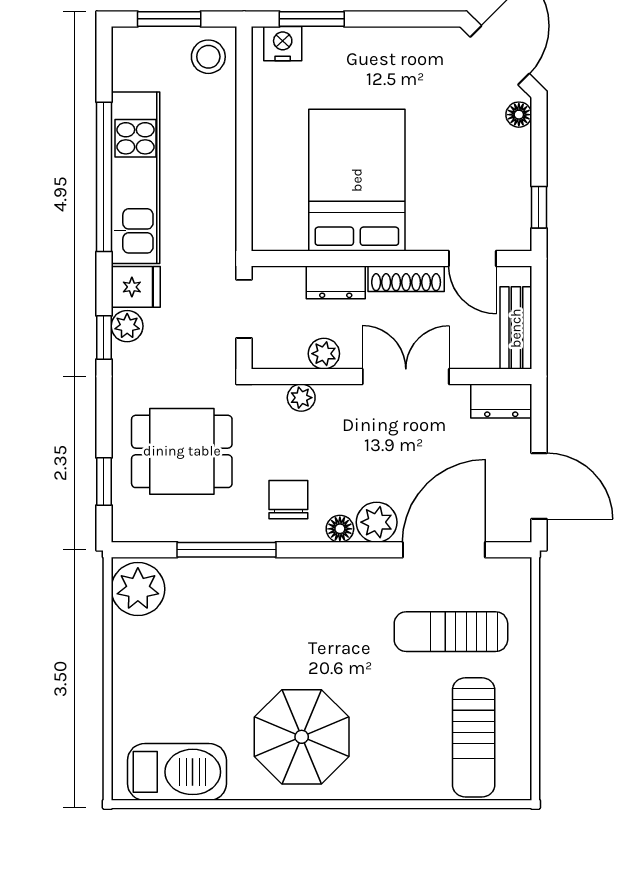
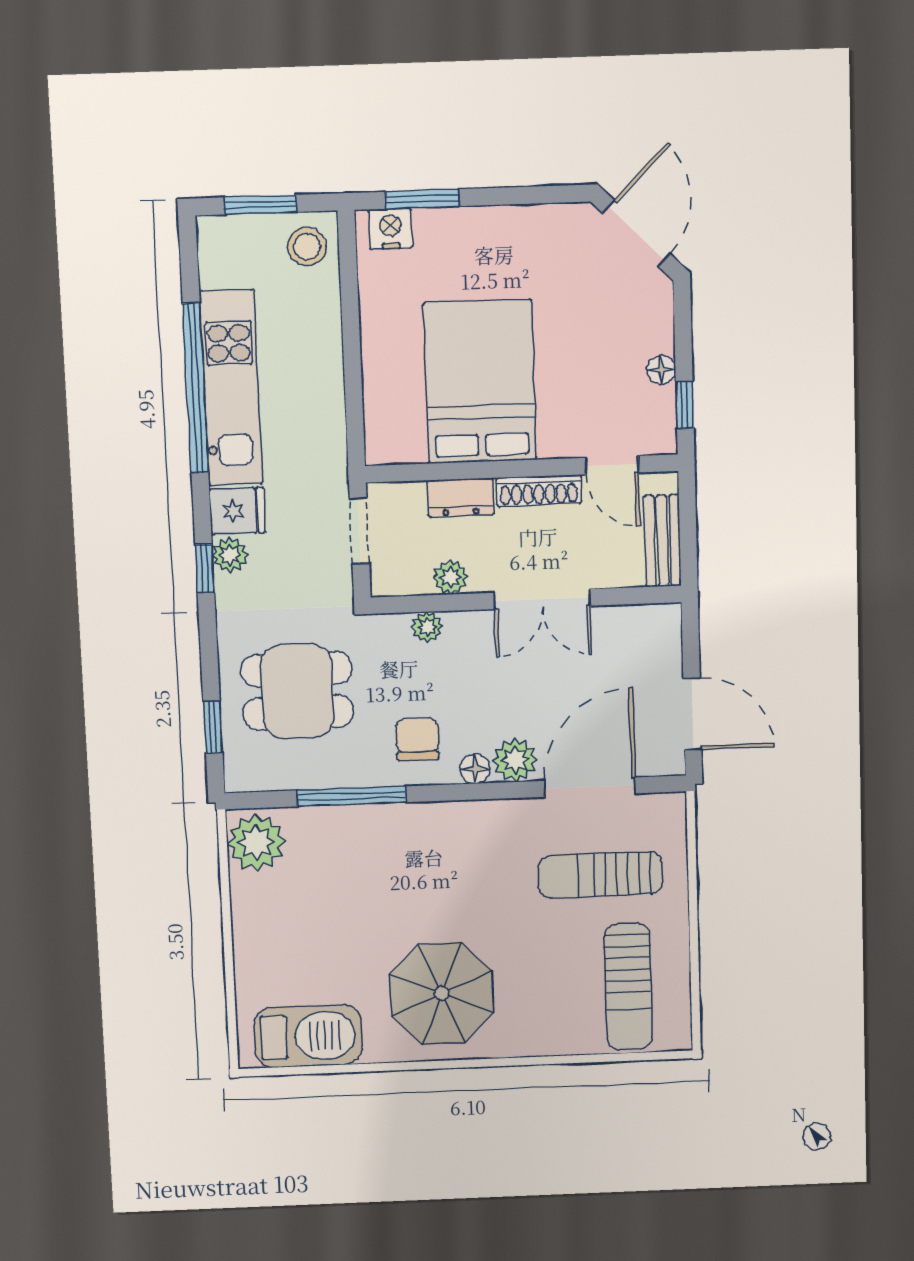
floor lamp: (519, 115) -> (661, 370), moved
double door: (406, 376) -> (542, 599), swing flipped
dresser: (501, 401) -> (648, 622), removed

